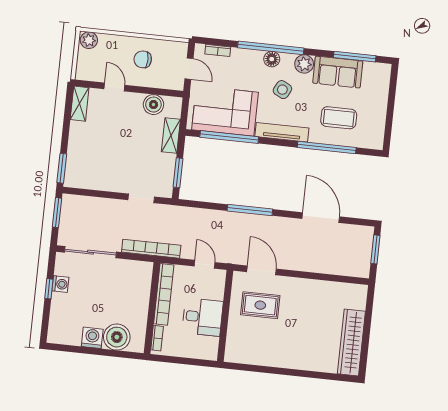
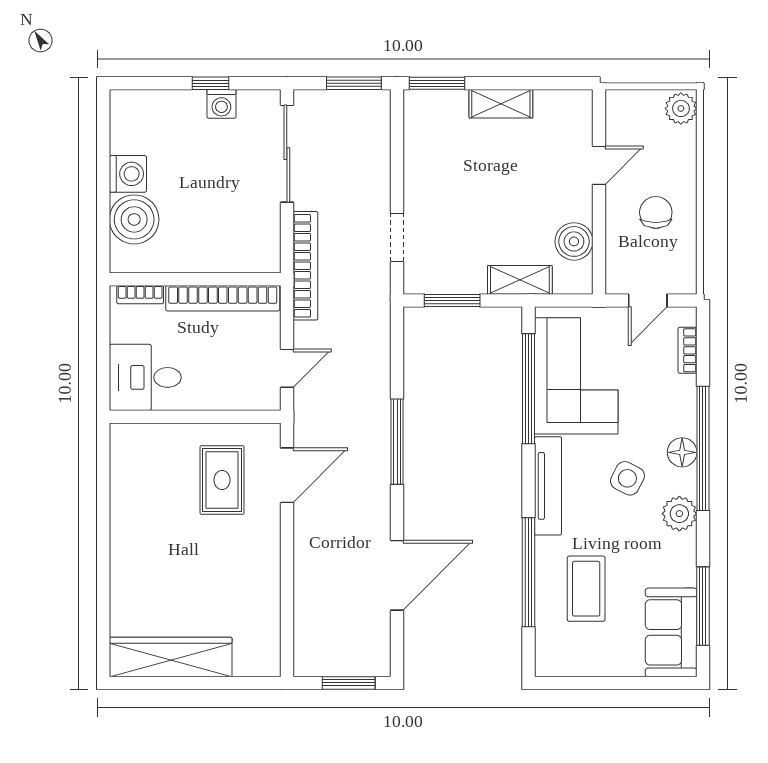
sofa: (338, 72) -> (671, 632), moved
shelving: (80, 104) -> (501, 104), moved
desk: (202, 317) -> (145, 377), moved, turned 90

